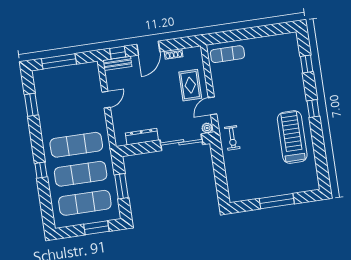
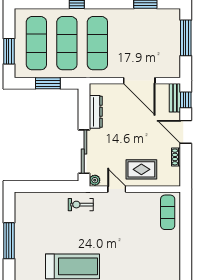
door: (106, 100) -> (139, 81), width x1.87

